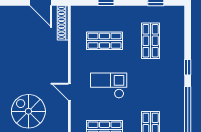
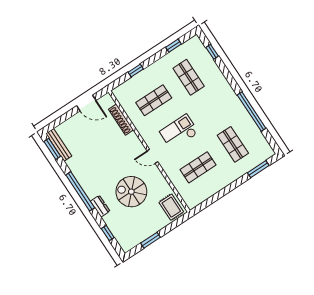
shoe rack: (63, 23) -> (121, 120), moved
window: (188, 67) -> (212, 52), moved

